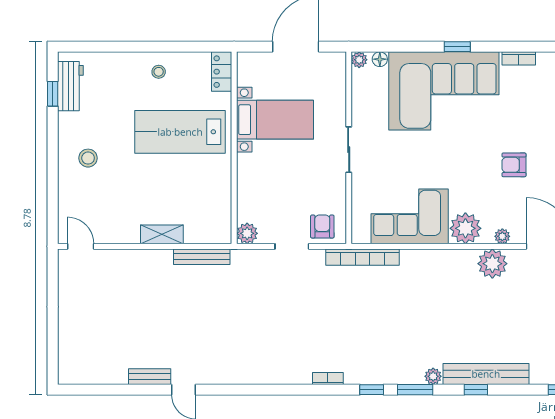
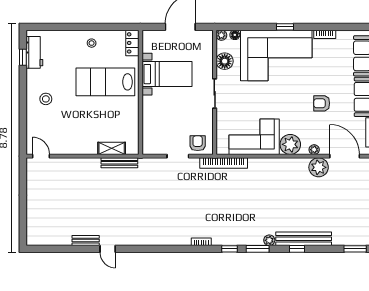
floor lamp: (364, 100) -> (225, 61), added
plant: (247, 233) -> (149, 148), removed
shelving: (162, 234) -> (112, 148), moved
plant: (492, 264) -> (319, 167), moved

